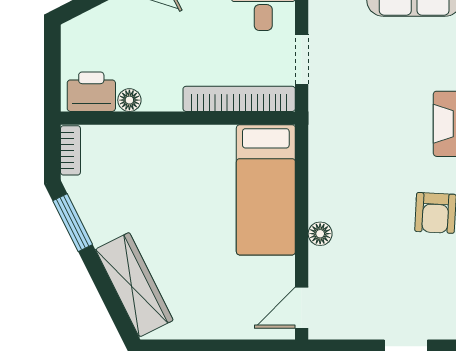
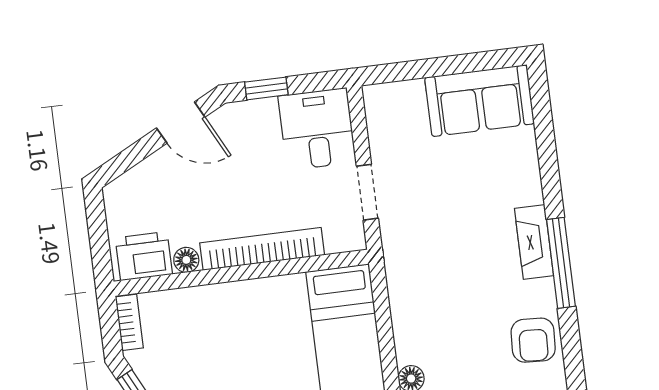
bookcase: (239, 99) -> (262, 249), moved

